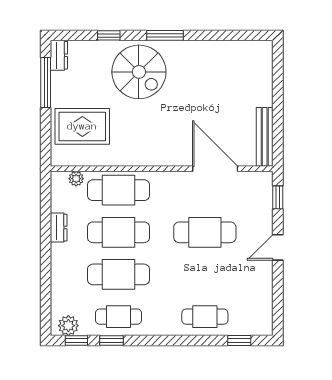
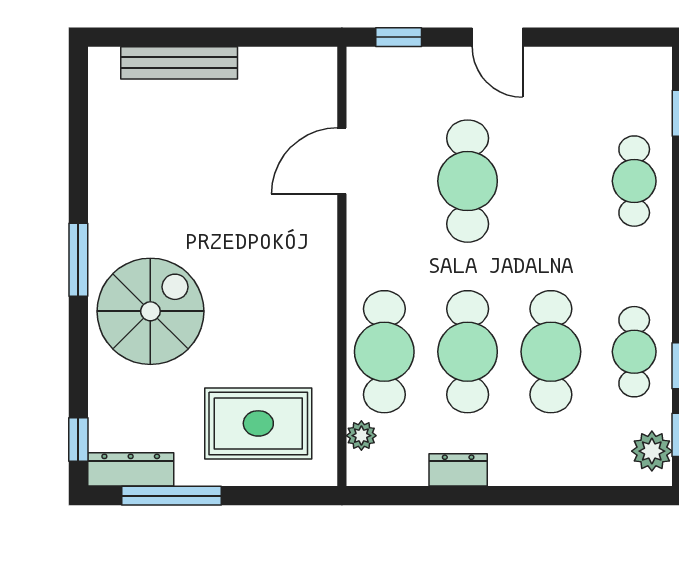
window: (109, 35) -> (78, 440), moved
dresser: (59, 55) -> (131, 469), width x1.44
rug: (82, 126) -> (258, 423), turned 90
bench: (265, 137) -> (179, 63), moved
door: (215, 169) -> (342, 161), width x0.73

